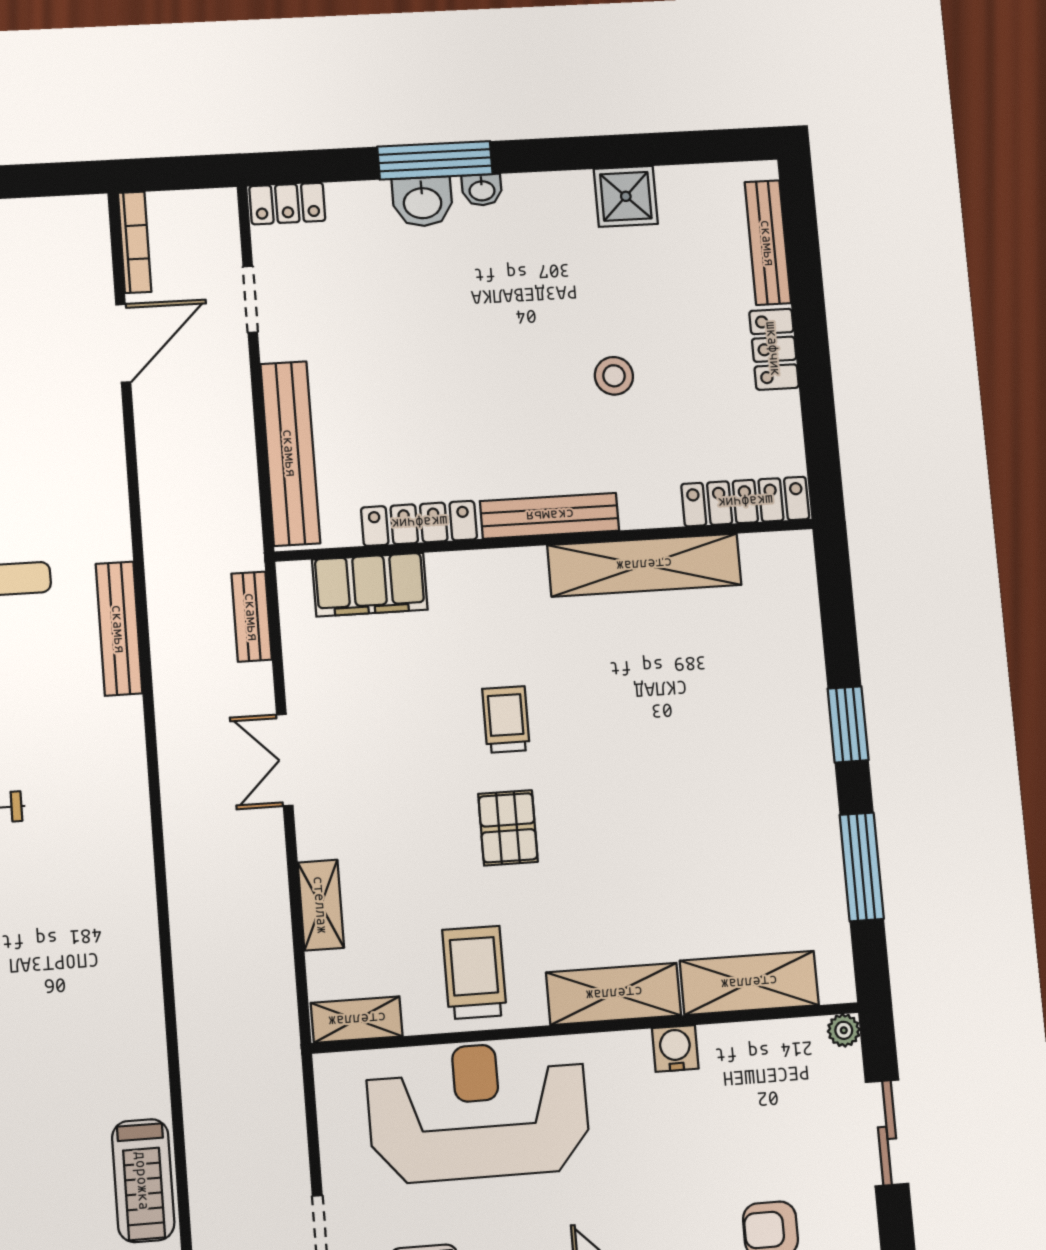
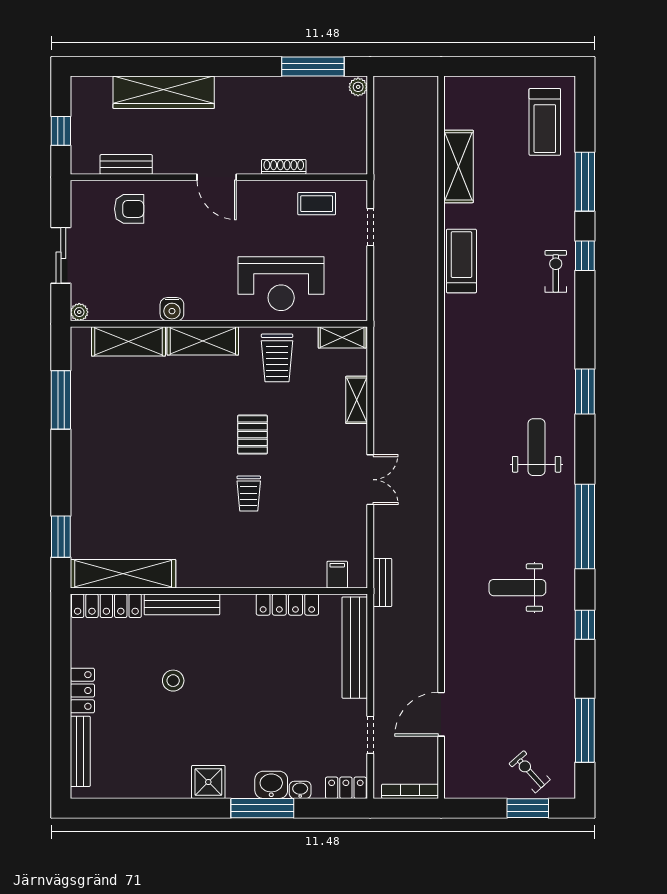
washbasin: (482, 190) -> (300, 790), moved
shower: (626, 196) -> (208, 782), moved
bookcase: (135, 242) -> (410, 791), moved, turned 90
bench: (550, 516) -> (182, 604), moved
shelving: (644, 565) -> (123, 574), moved
filing cabinet: (370, 585) -> (337, 575), width x0.33, depth x0.86
bench: (252, 617) -> (382, 582), moved
bench: (119, 629) -> (454, 557), removed
window: (848, 724) -> (61, 537), moved
reception desk: (478, 1111) -> (281, 284), width x0.74, depth x0.77

